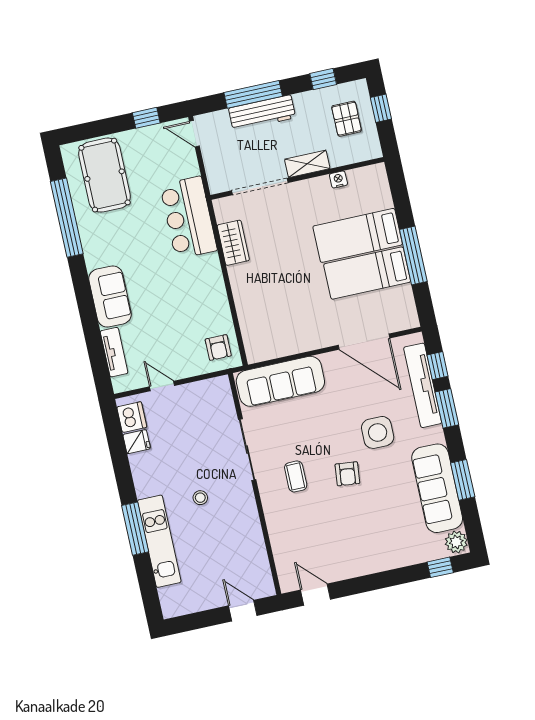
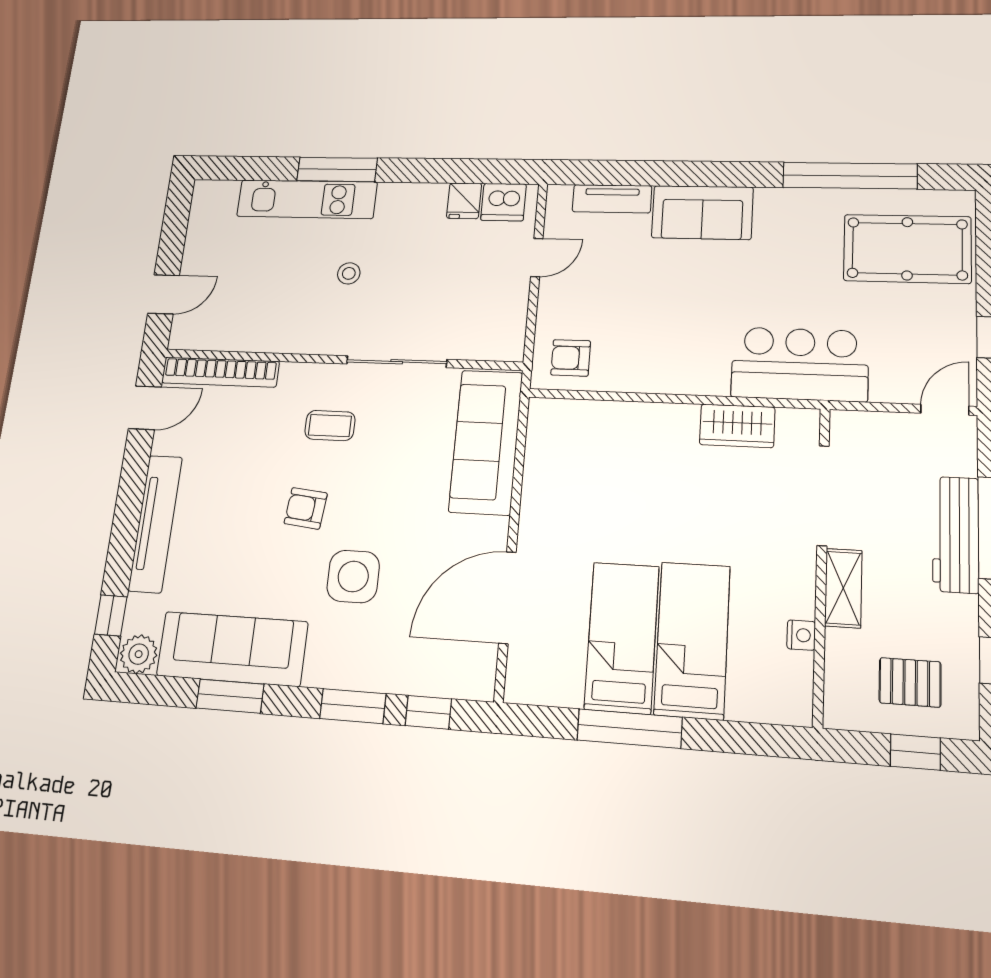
tv unit: (423, 385) -> (155, 523), moved, turned 90
bookcase: (282, 556) -> (220, 372), added

